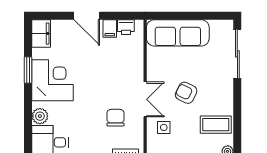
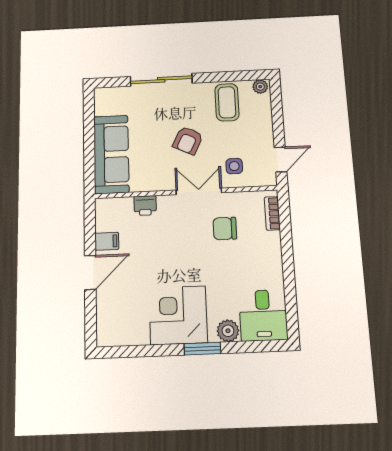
printer: (126, 27) -> (145, 206), moved, turned 90
filing cabinet: (41, 34) -> (115, 334), removed
sliding door: (237, 54) -> (161, 80), moved
window: (28, 70) -> (202, 349), moved

